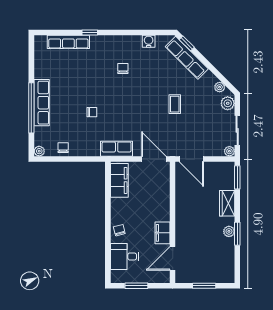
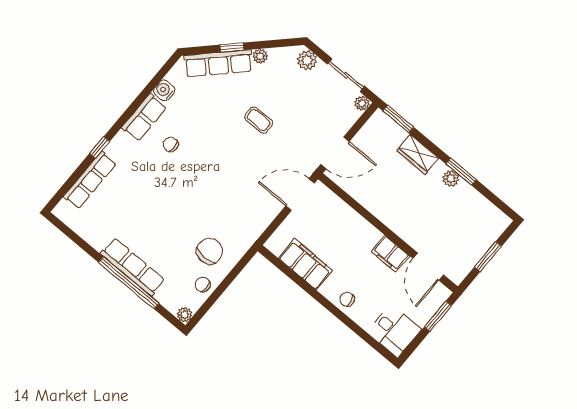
window: (187, 43) -> (232, 47), moved
plant: (220, 87) -> (260, 56), moved
chair: (92, 112) -> (210, 251), moved, width x1.87, depth x1.87
row of seats: (117, 149) -> (144, 117), moved, turned 180
filing cabinet: (119, 180) -> (305, 264), moved
desk: (125, 256) -> (394, 331), moved, turned -90
window: (136, 286) -> (438, 316), moved

